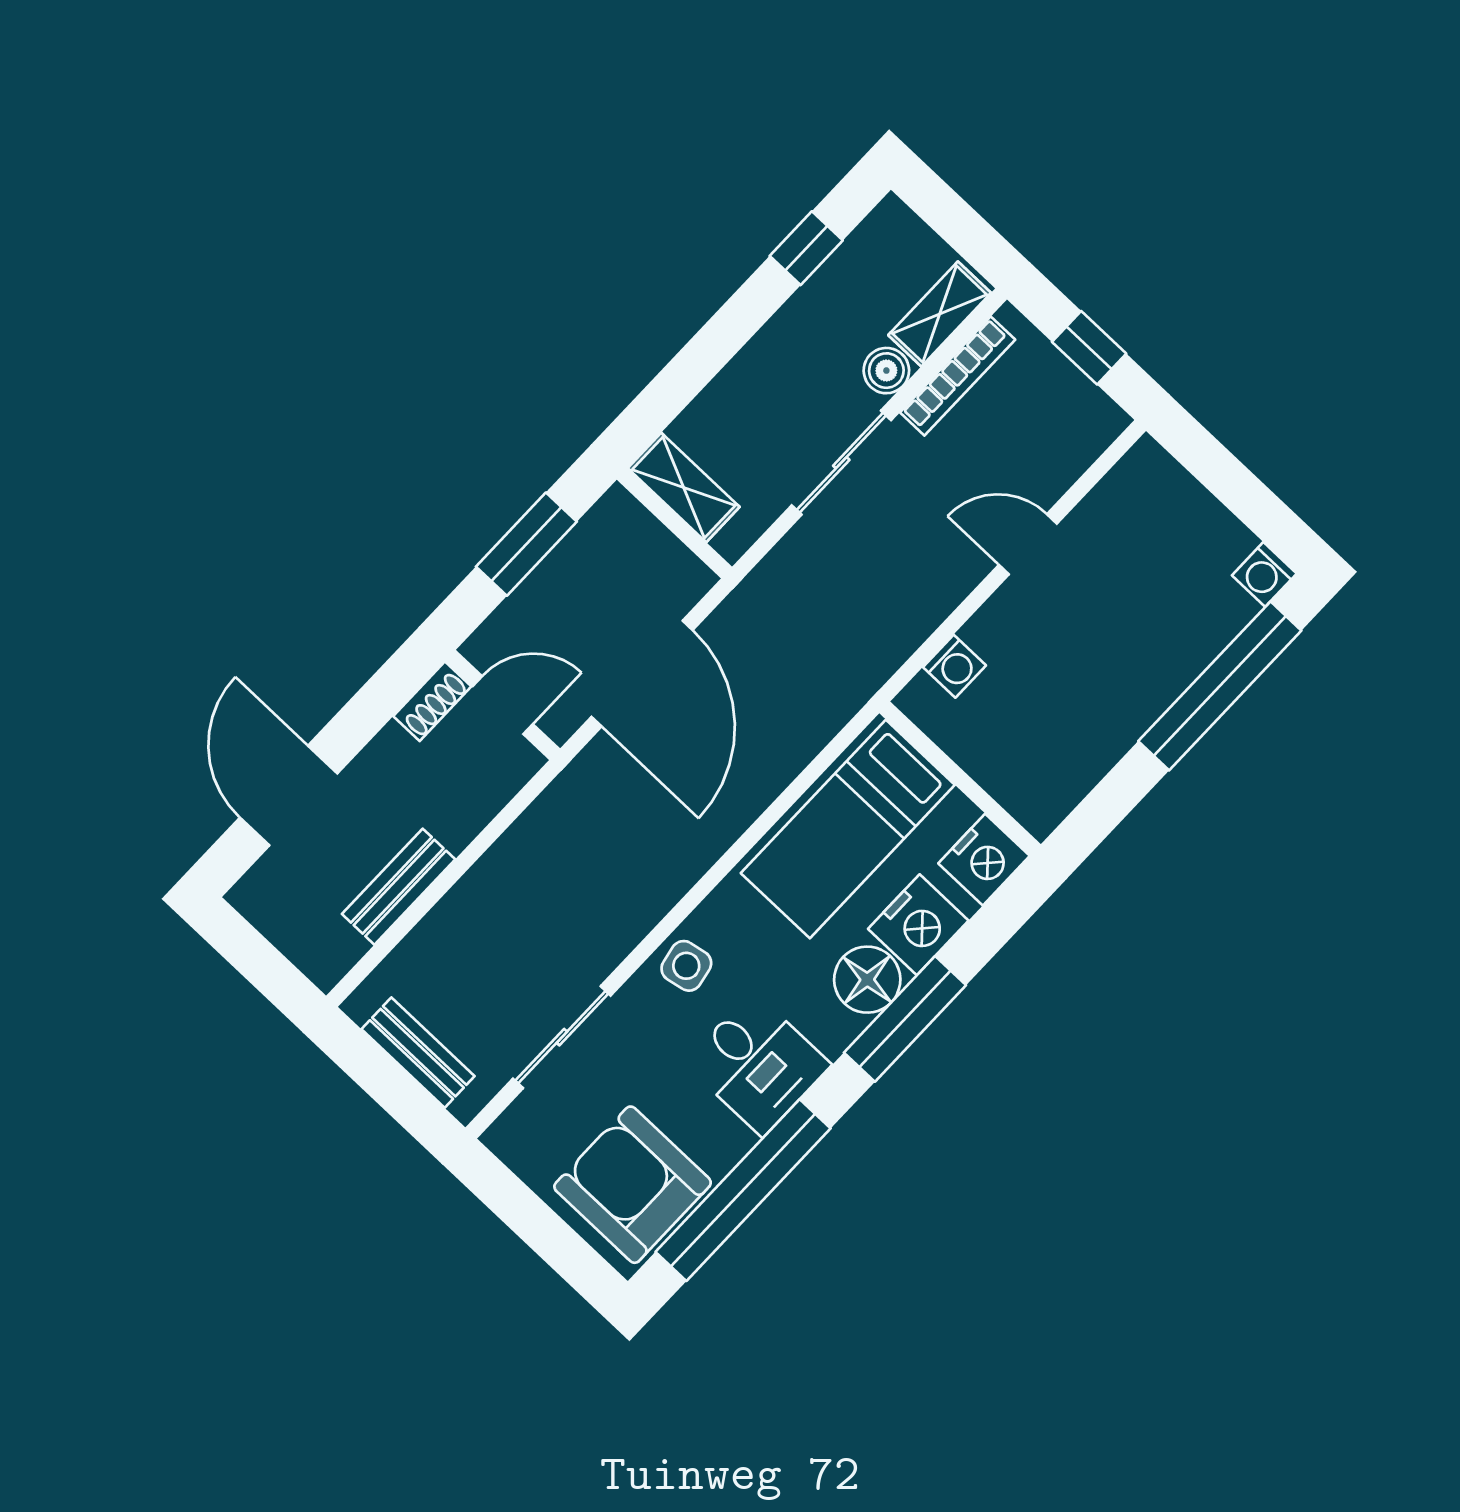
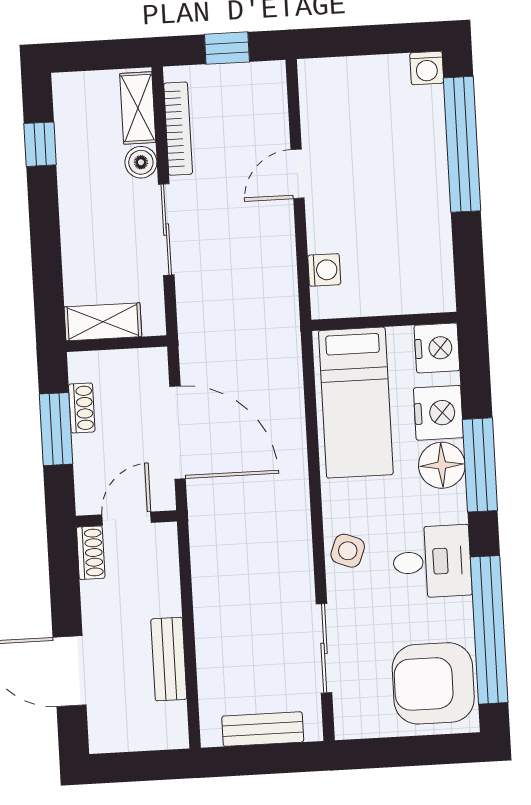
shoe rack: (574, 550) -> (82, 408), added
side table: (686, 966) -> (348, 551), turned 32

